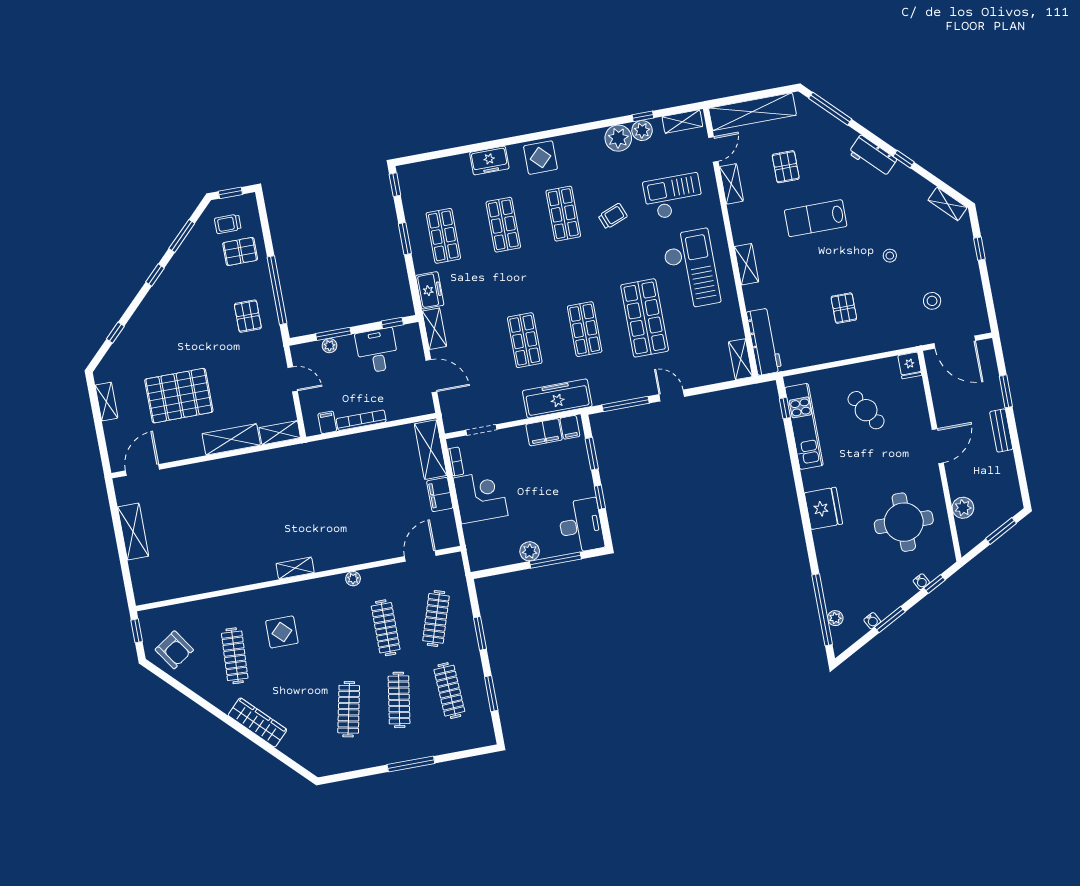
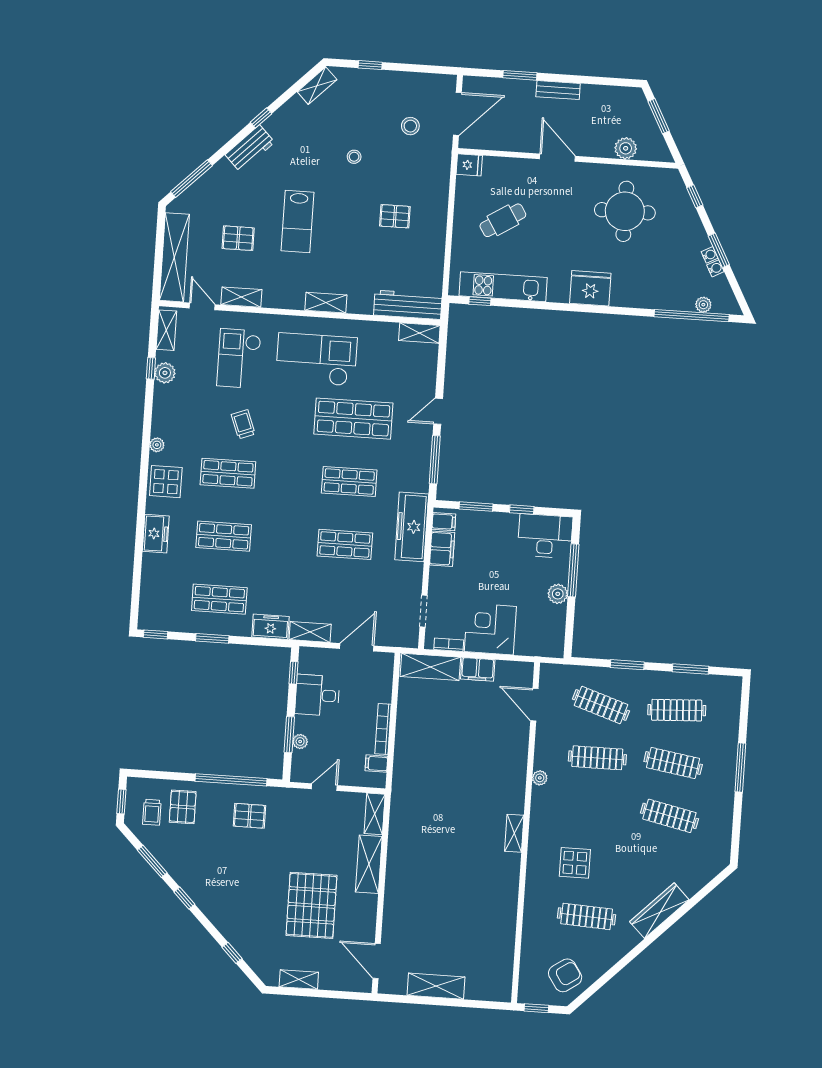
plant: (618, 138) -> (157, 445), moved, width x0.53, depth x0.53
water cooler: (921, 582) -> (710, 255), moved

